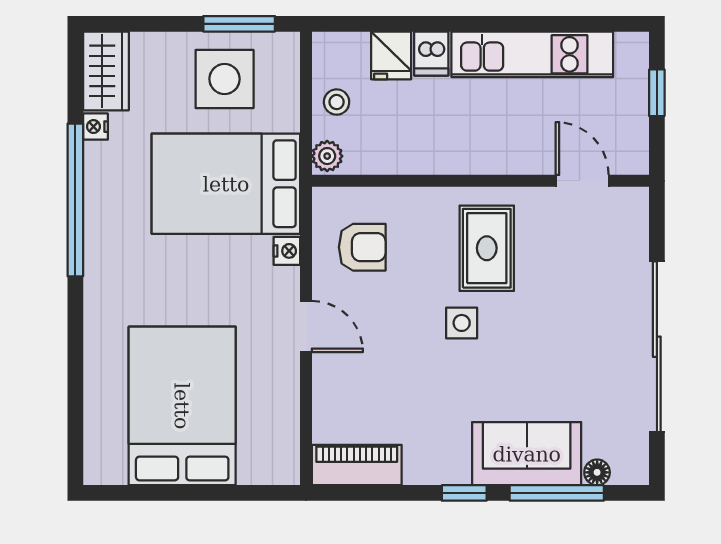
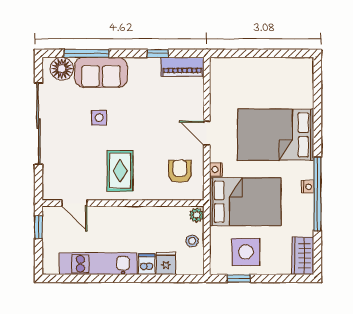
window: (239, 24) -> (239, 278), width x0.67
window: (657, 93) -> (38, 227), moved
nightstand: (95, 127) -> (308, 187), moved
armchair: (362, 247) -> (180, 171), turned 90
side table: (462, 323) -> (99, 118), moved
bed: (182, 406) -> (276, 135), moved, turned 90
floor lamp: (597, 472) -> (62, 69), width x1.89, depth x1.89
window: (464, 493) -> (158, 53), moved

